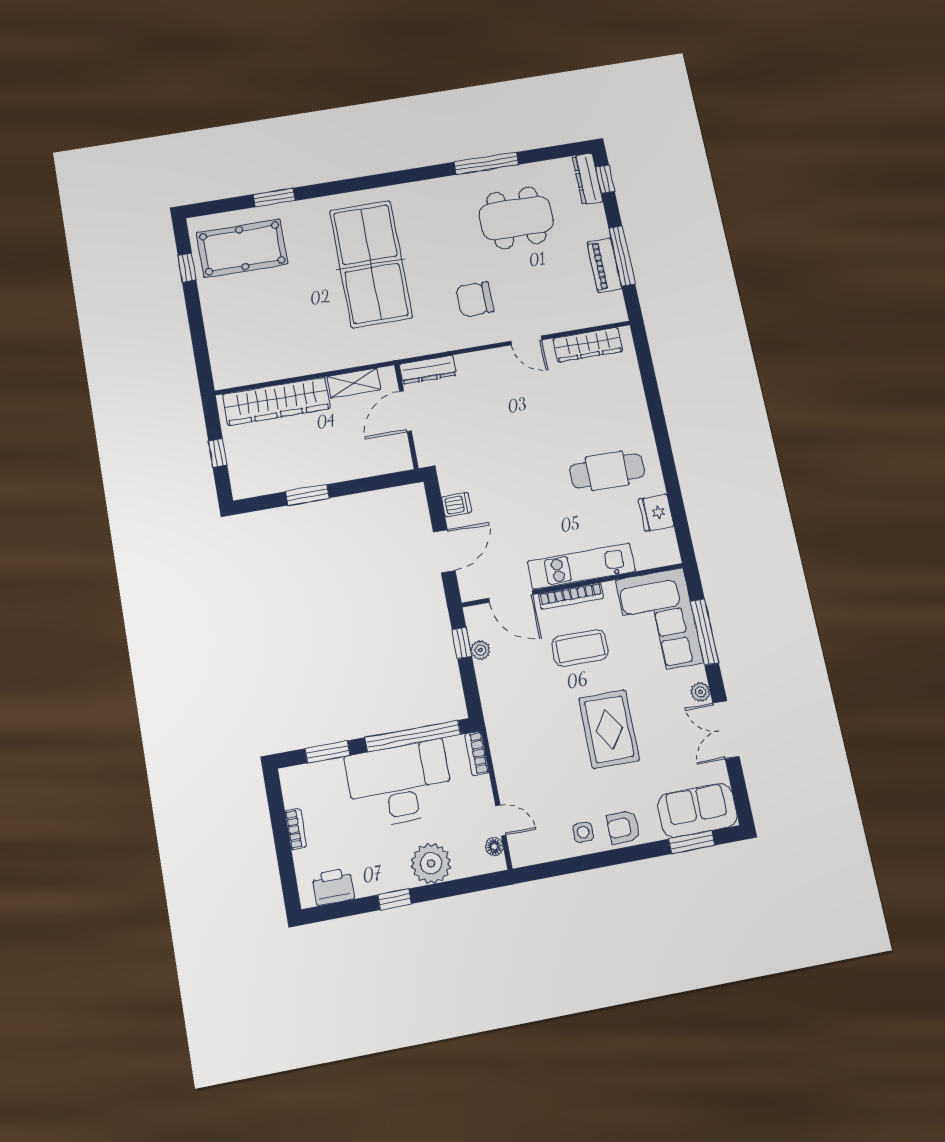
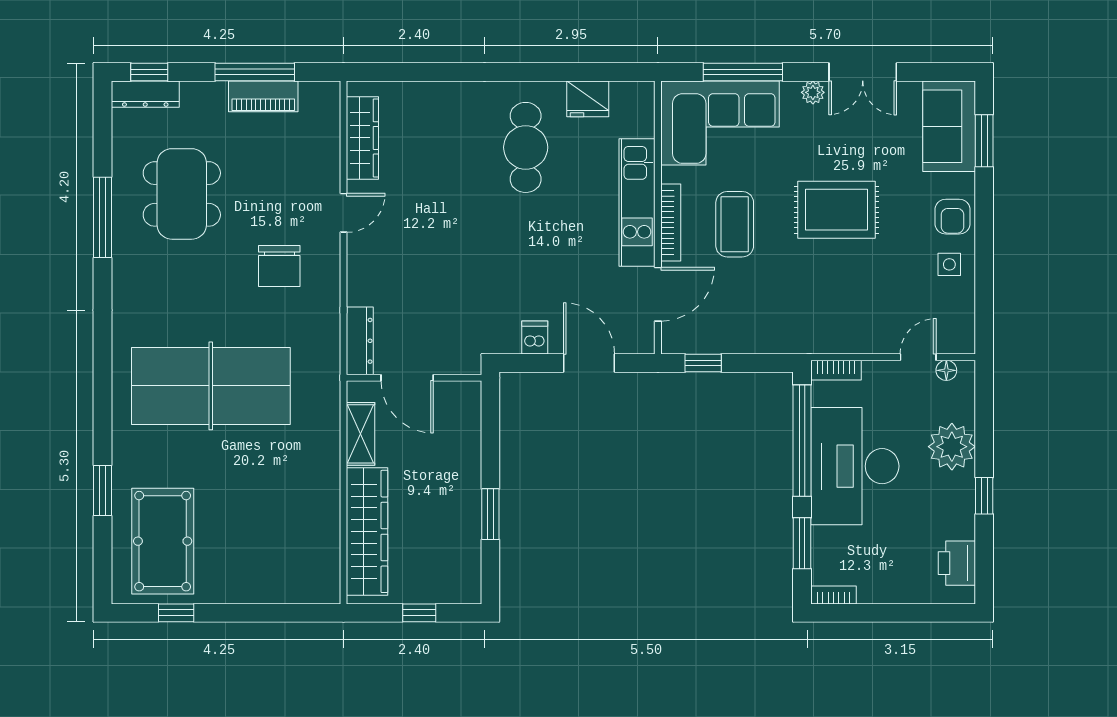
plant: (480, 650) -> (716, 343), removed
bookcase: (296, 829) -> (833, 595), moved

